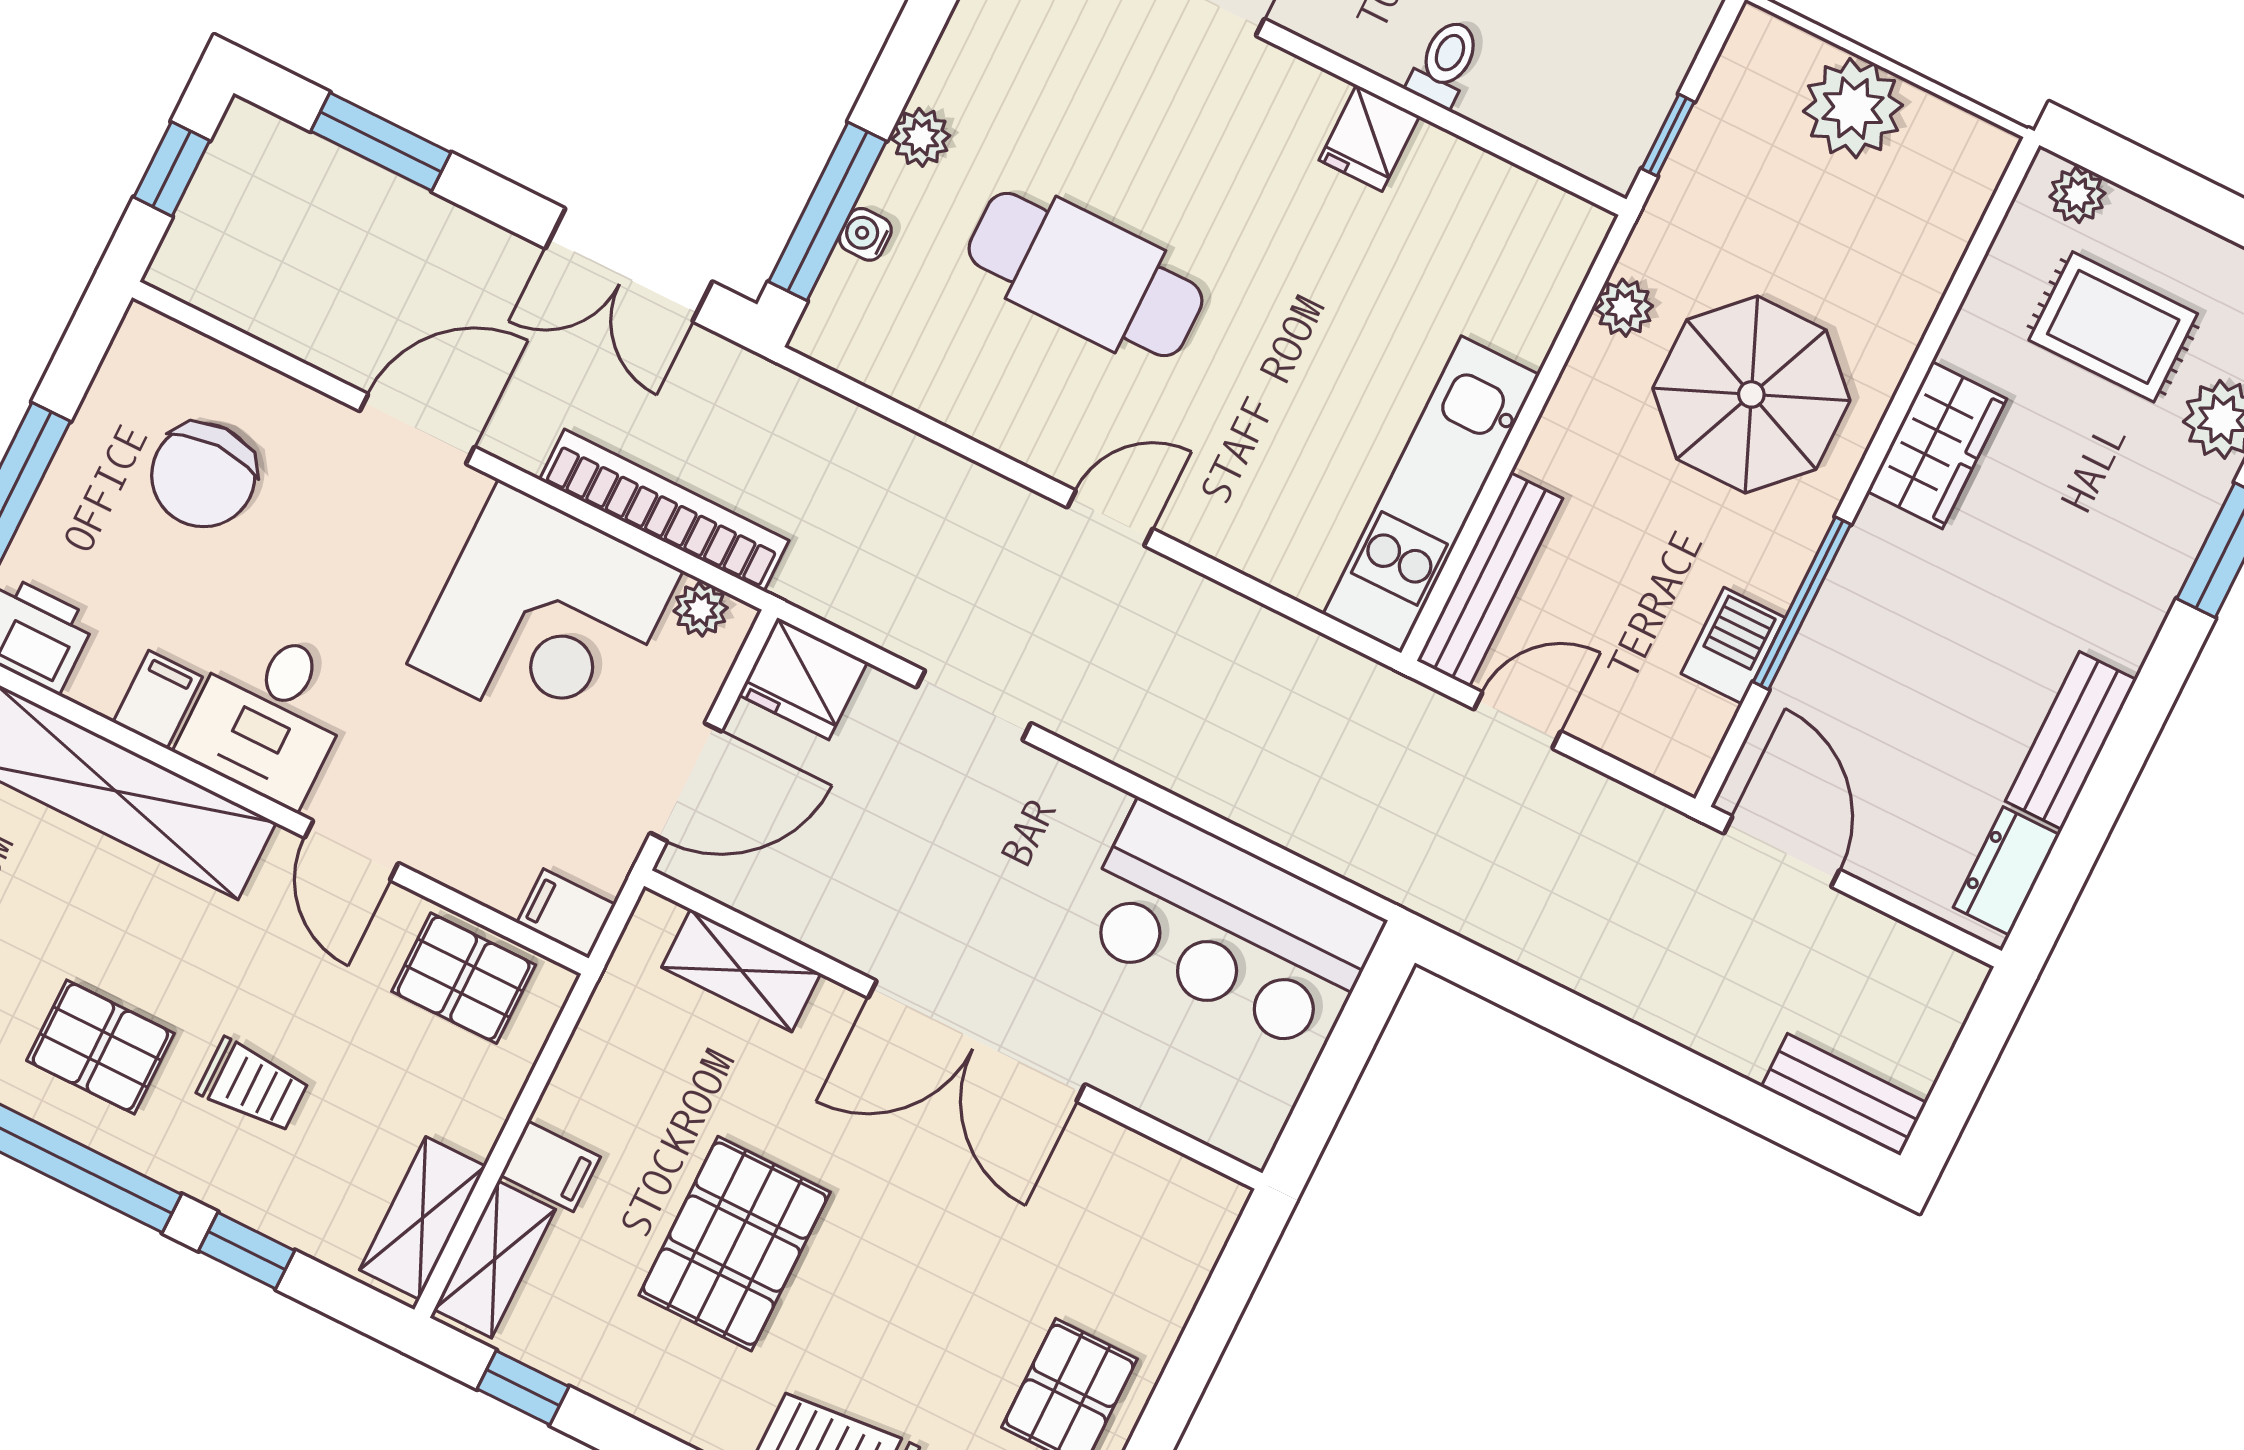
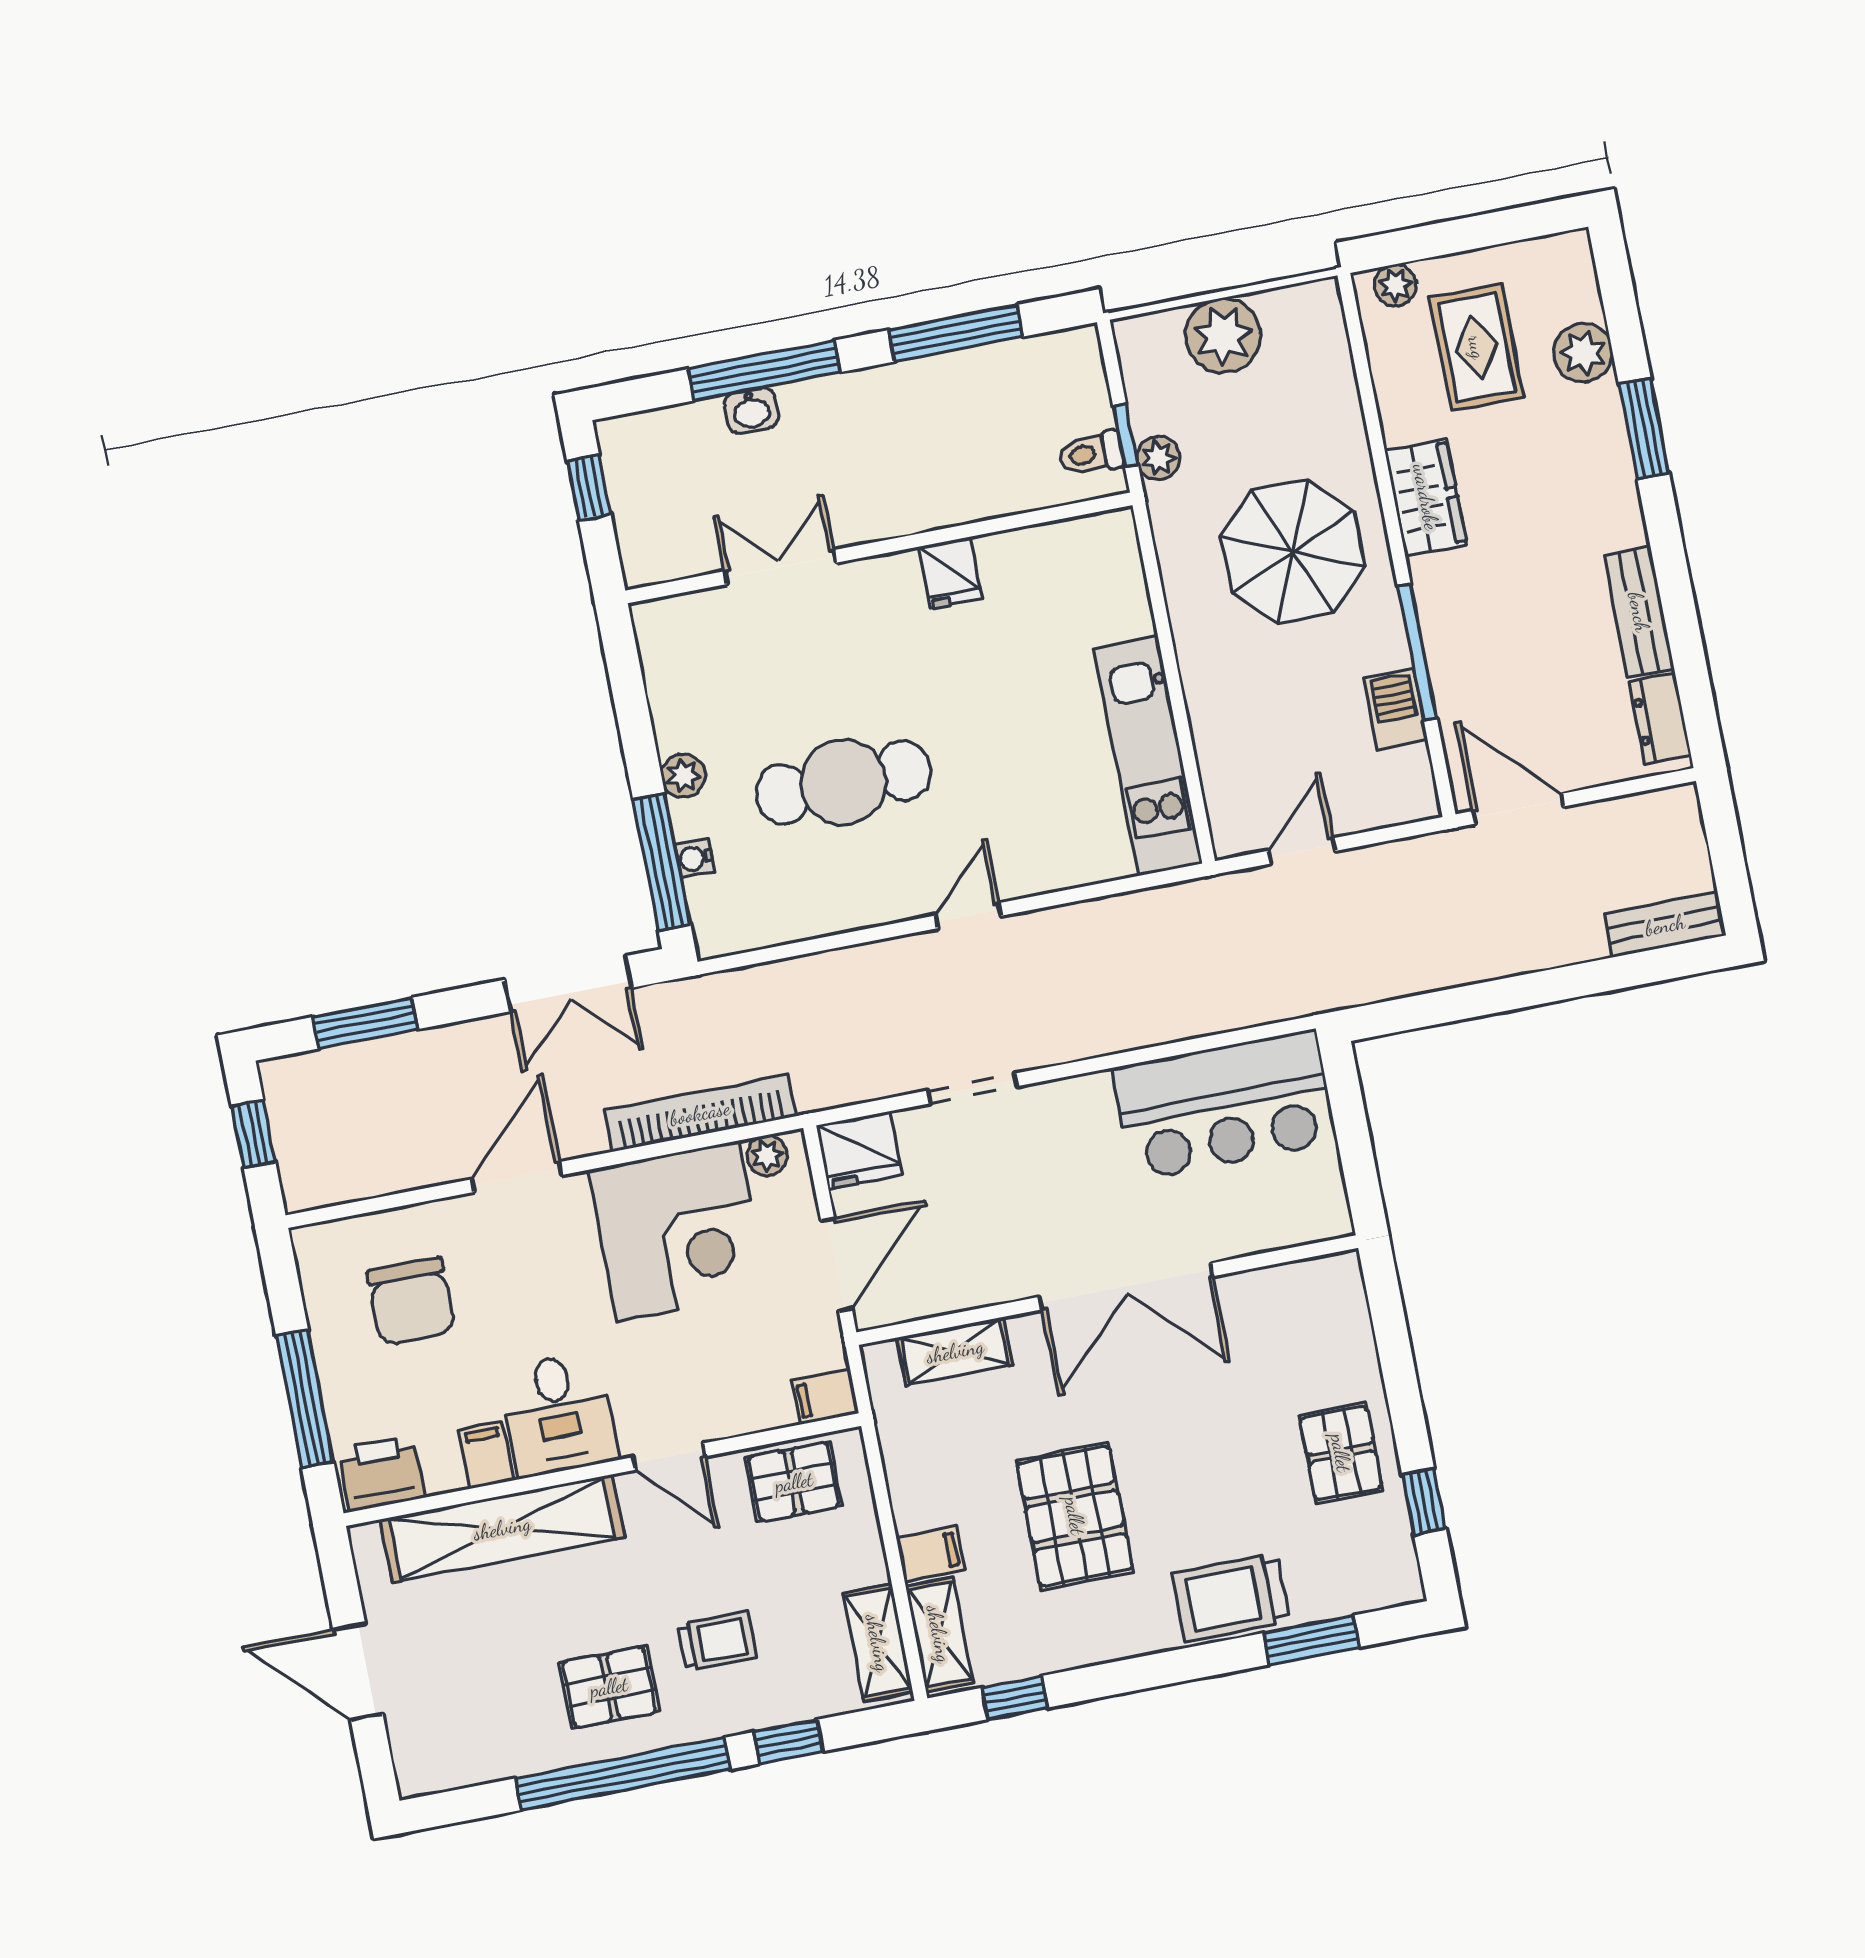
toilet: (1445, 63) -> (1091, 454), moved, turned -90
plant: (1624, 308) -> (1158, 458), moved
rug: (2113, 327) -> (1477, 347), turned 90
bench: (1490, 580) -> (1221, 780), removed

